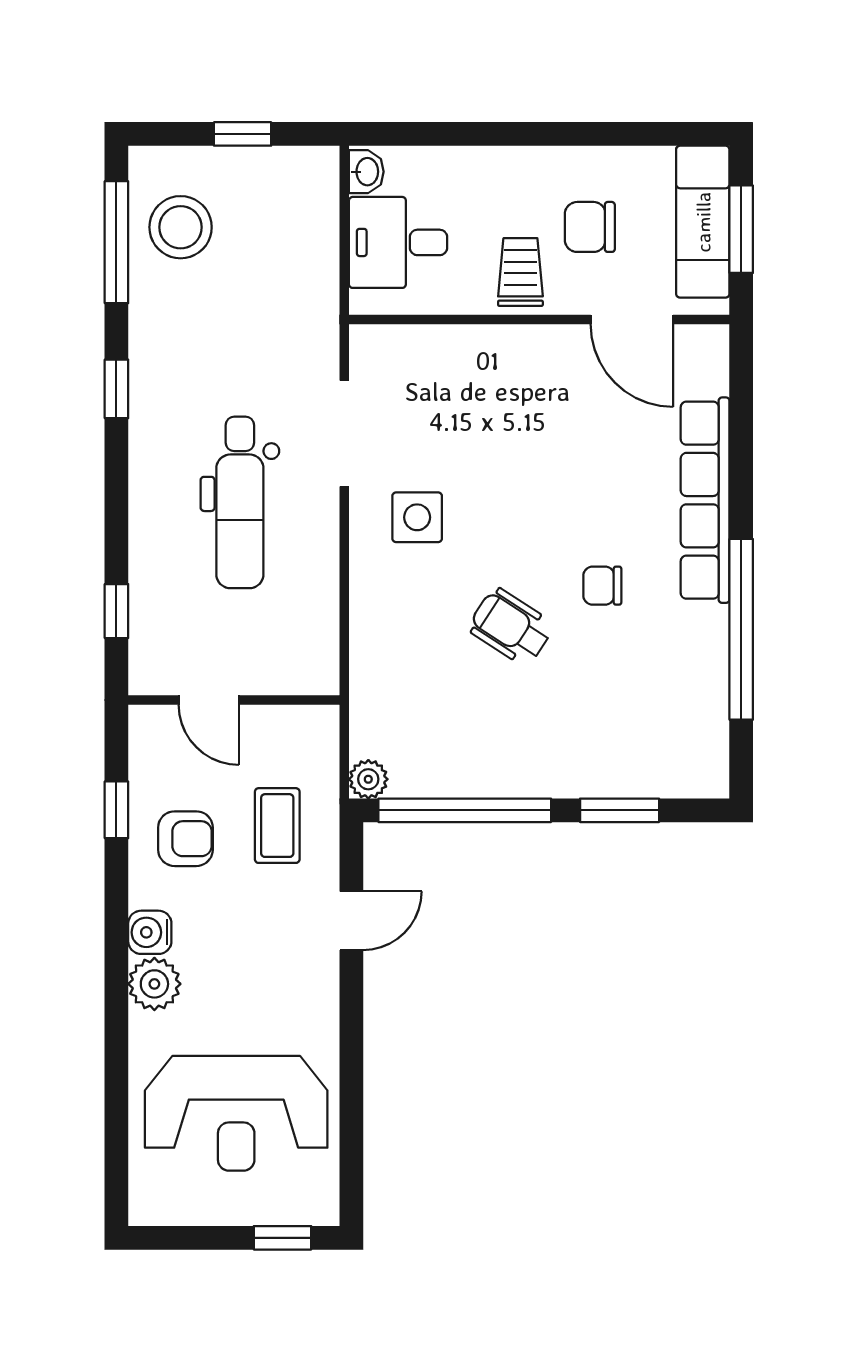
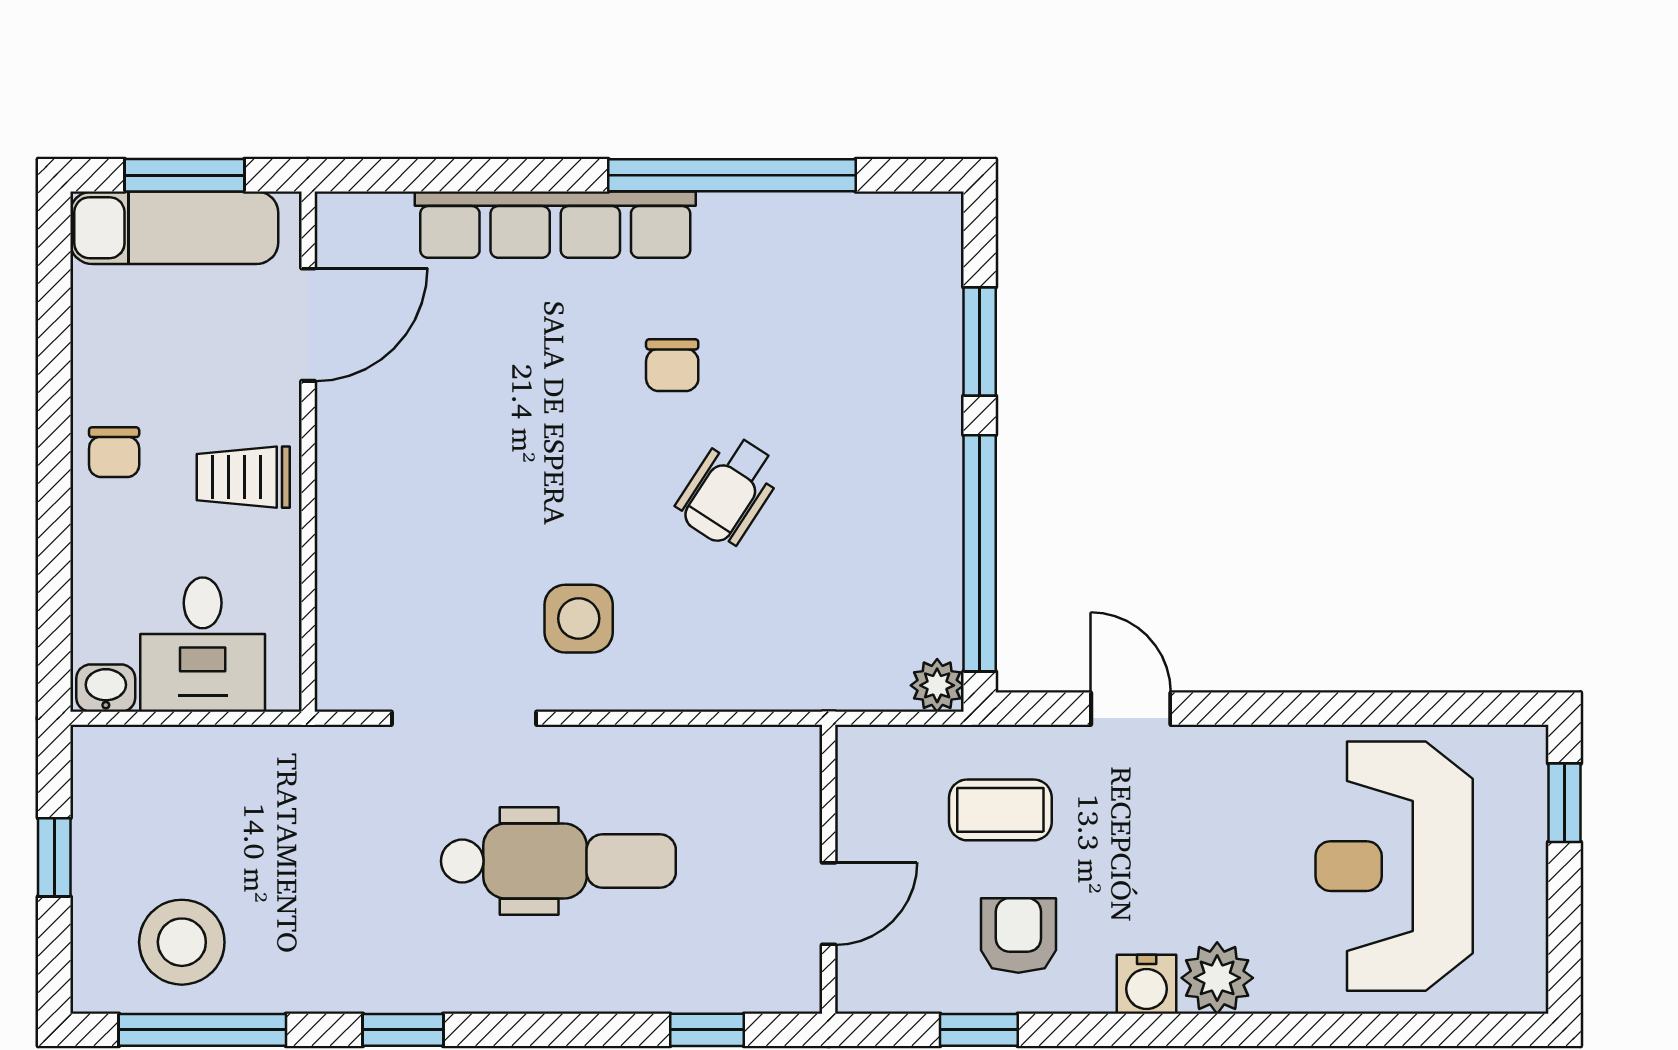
chair: (590, 227) -> (114, 452), moved, width x0.73, depth x0.73
reception desk: (236, 1113) -> (1394, 866), turned 180

